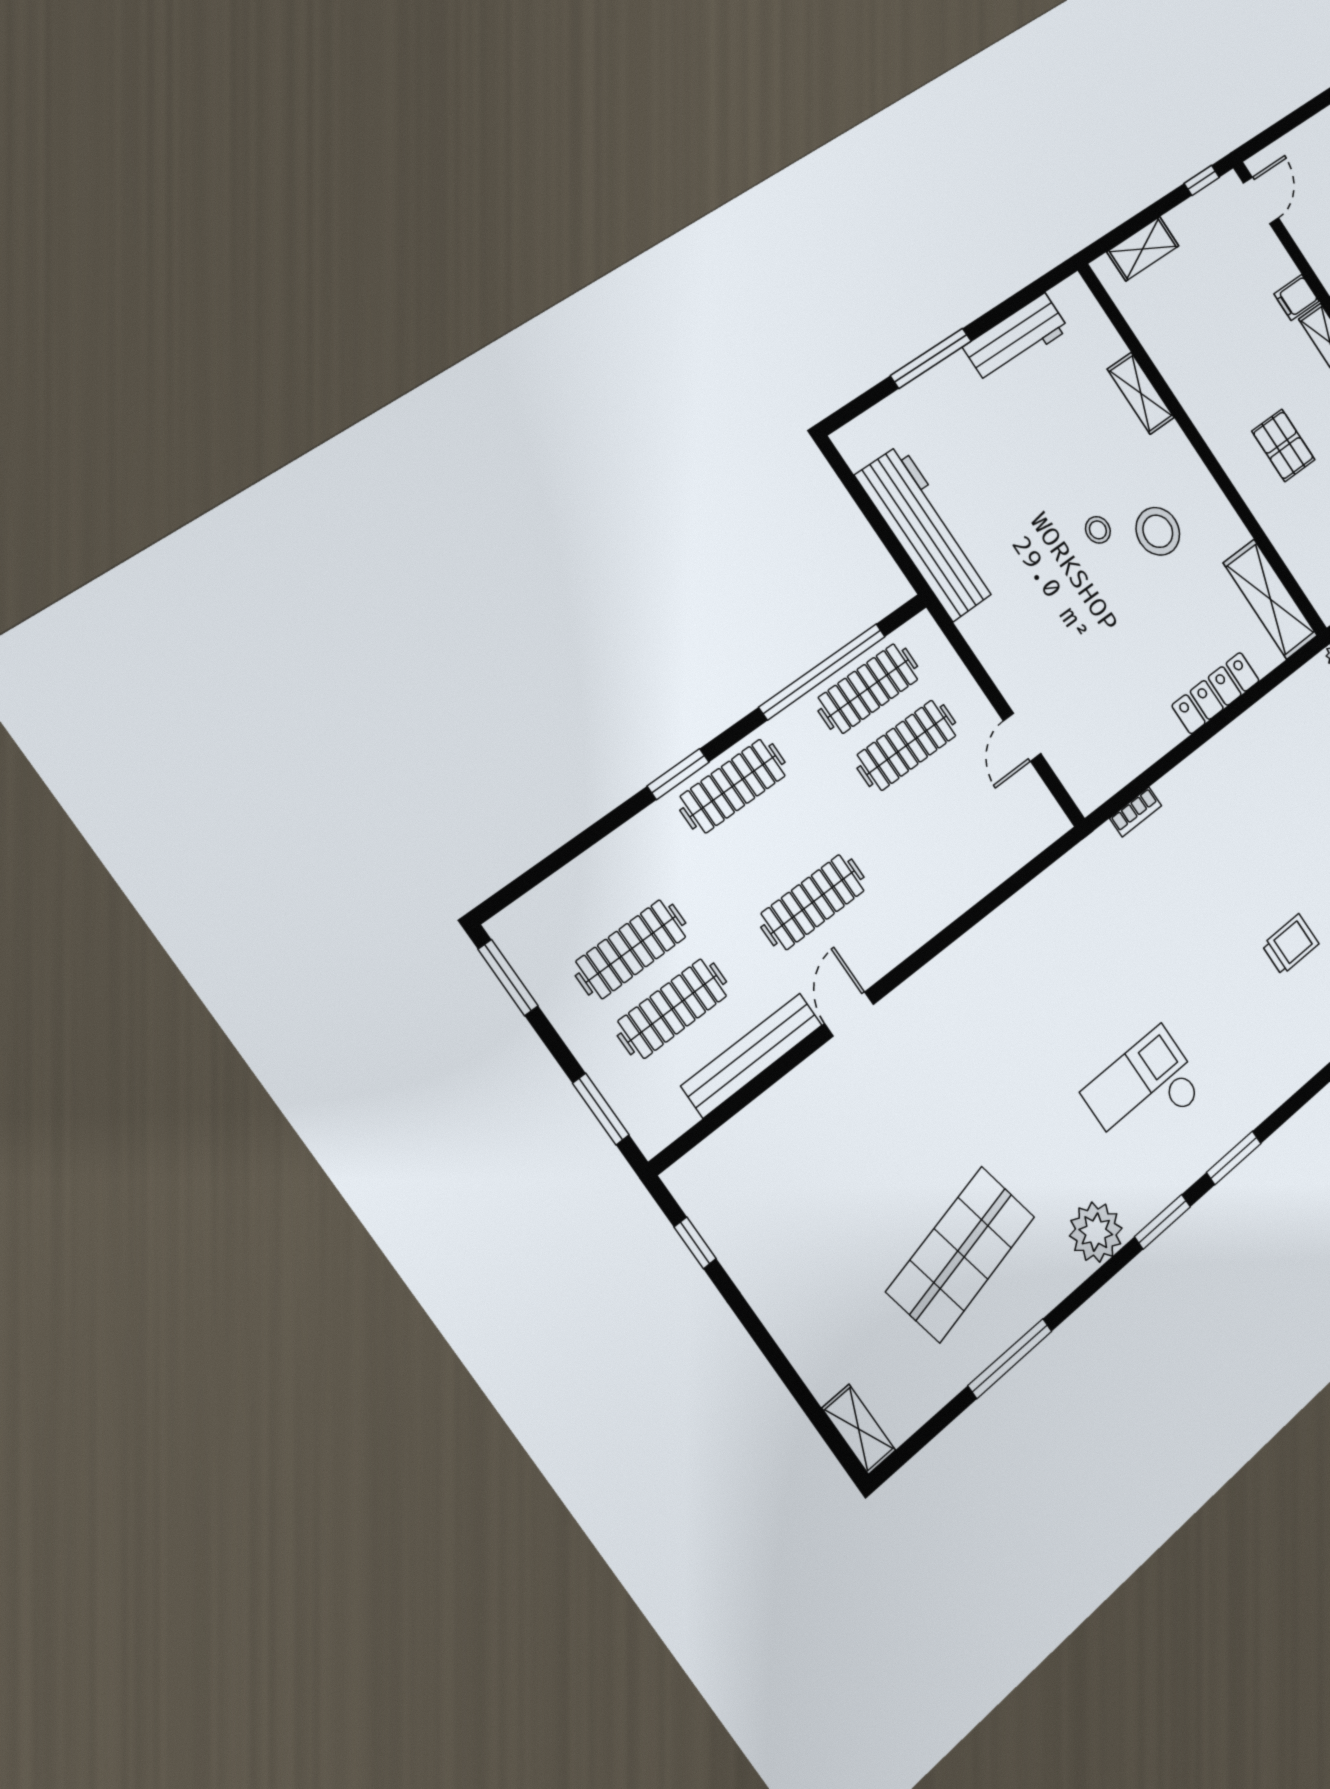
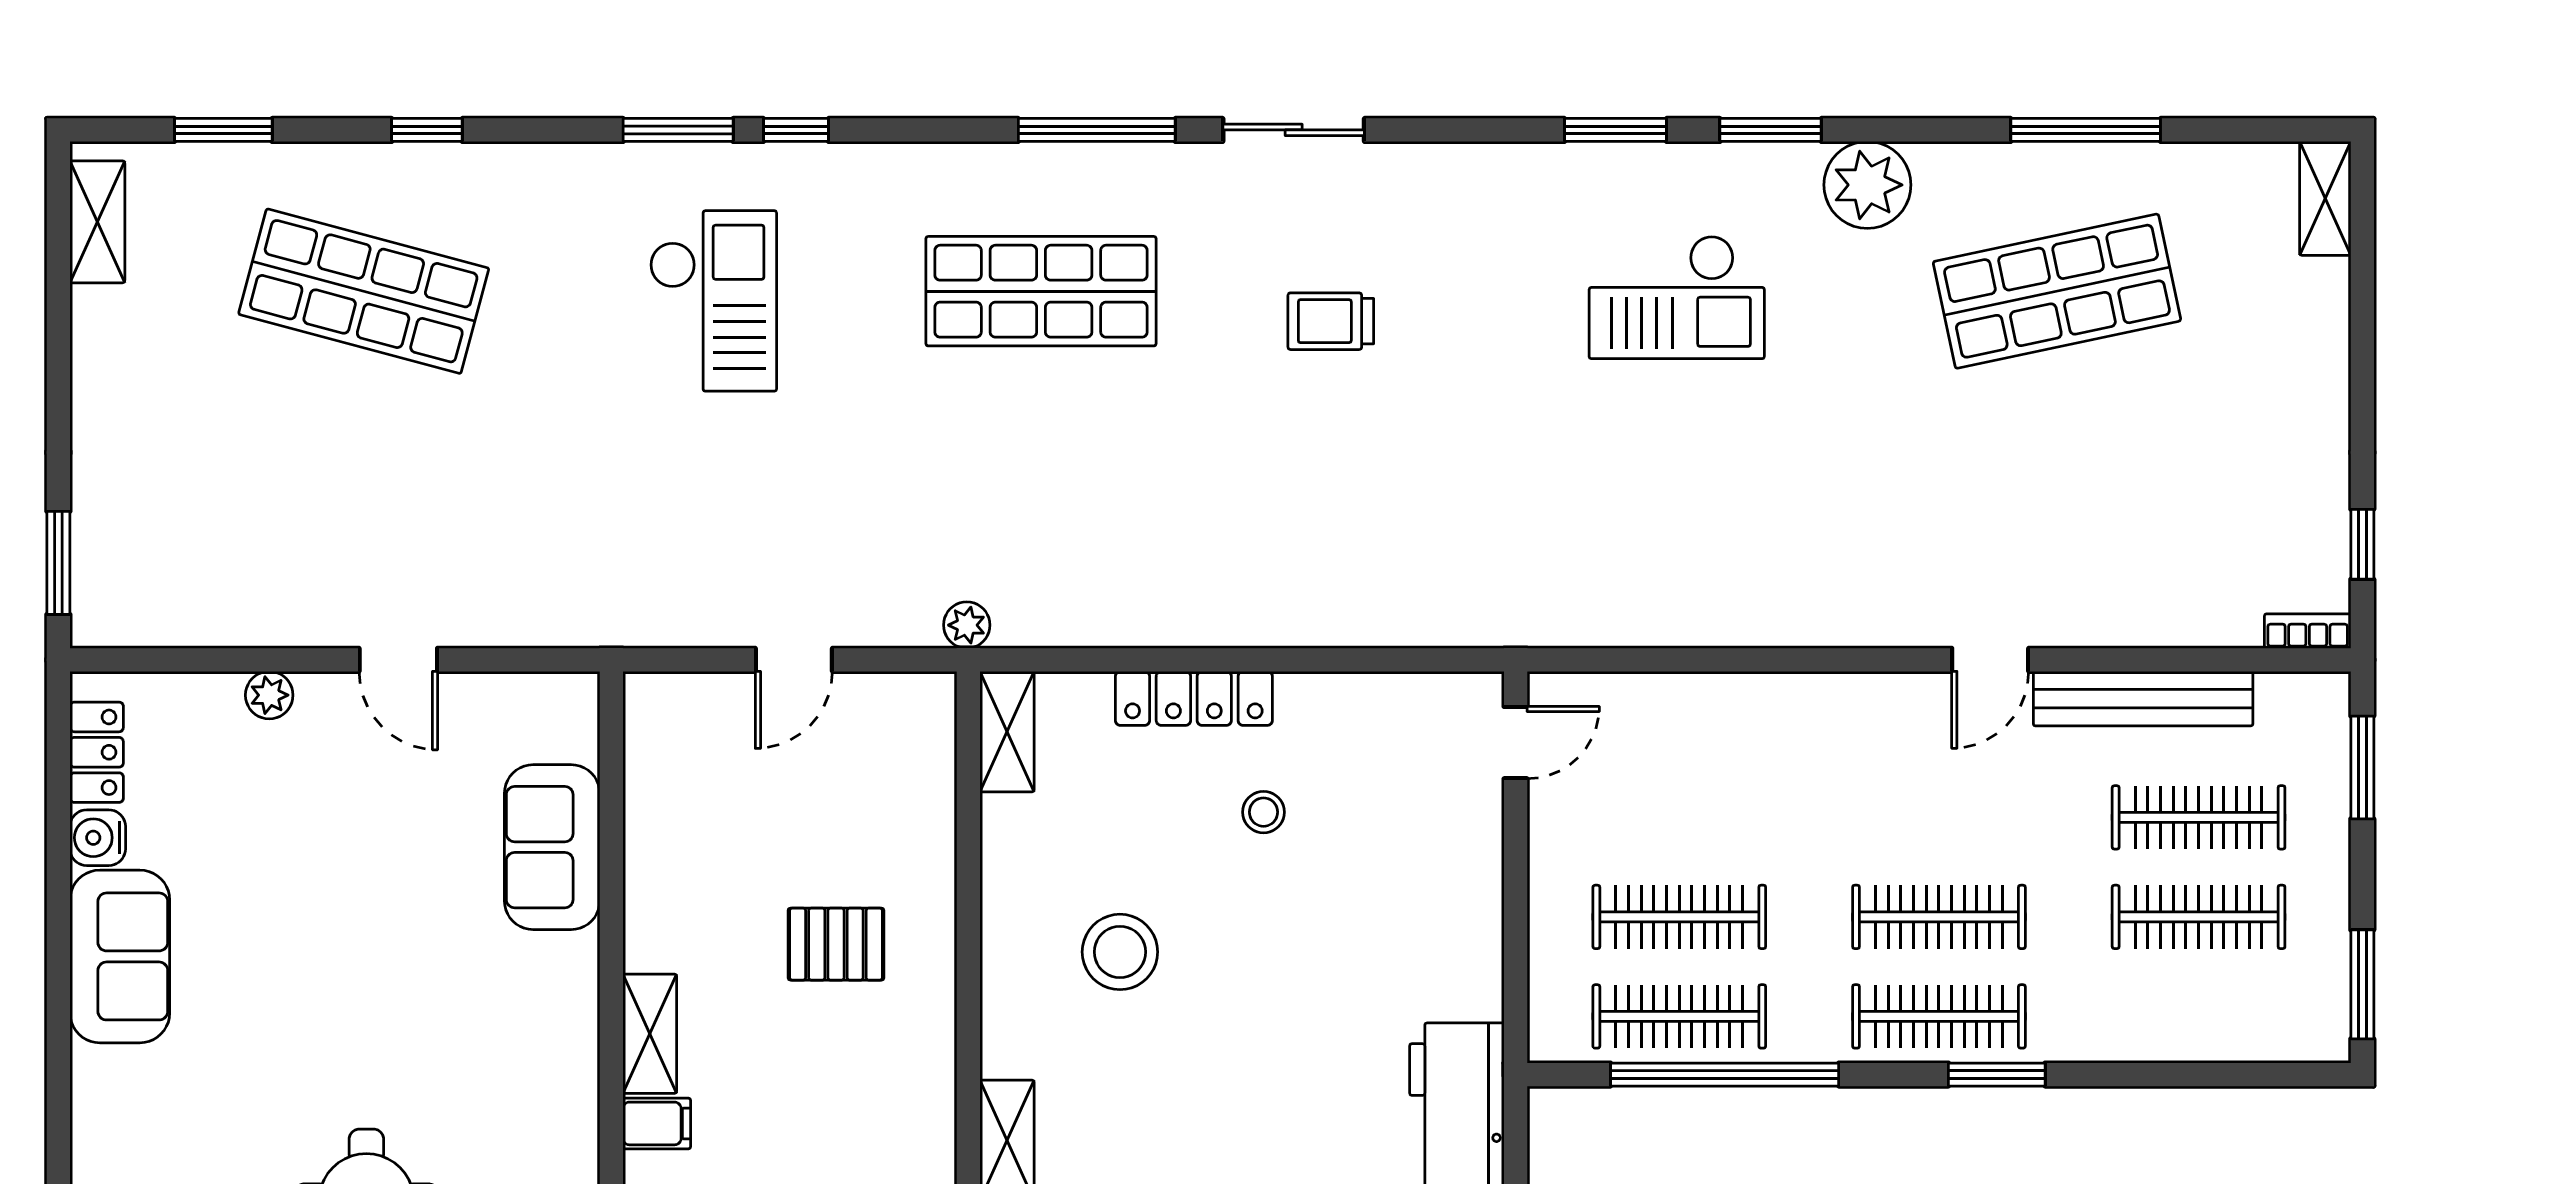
pallet: (1283, 445) -> (836, 944), turned 90
stool: (1098, 530) -> (1263, 812), moved
shelving: (1270, 599) -> (1007, 732), width x0.67, depth x0.75
door: (1022, 737) -> (1516, 743), moved
bookcase: (1136, 812) -> (2308, 631), moved
clothes rail: (813, 902) -> (1939, 917), moved

